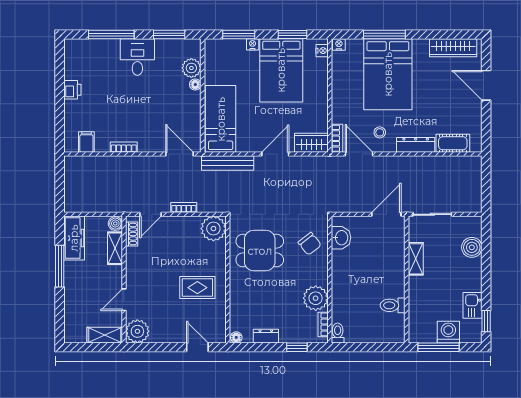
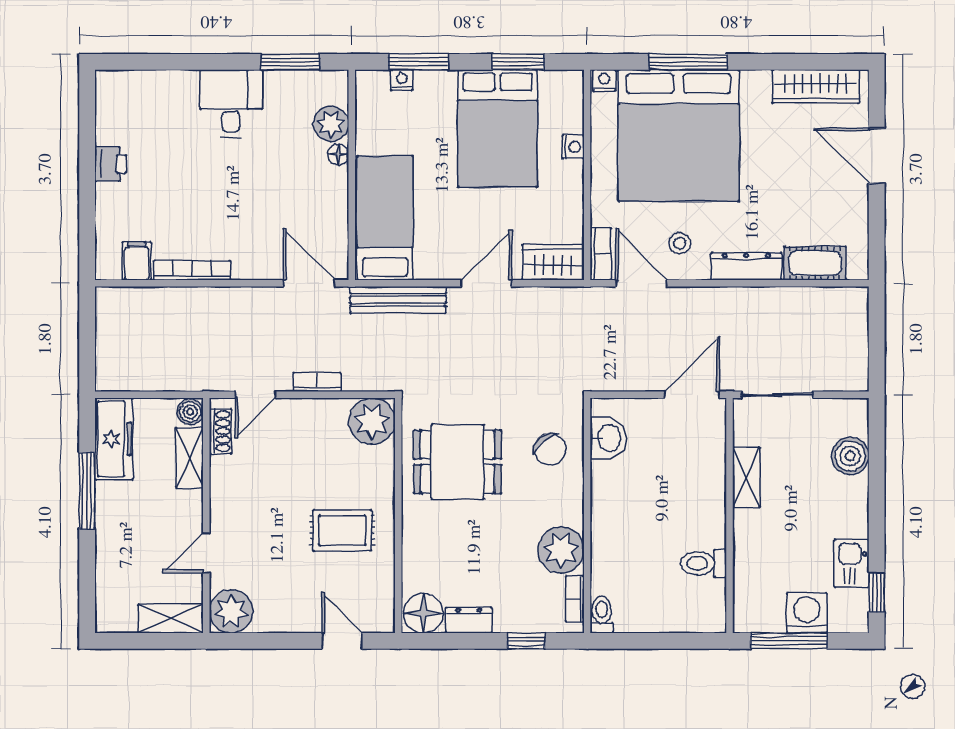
window: (111, 34) -> (183, 62), removed
nightstand: (253, 44) -> (402, 80), moved
nightstand: (322, 51) -> (573, 147), moved
bed: (388, 74) -> (679, 135), width x1.36
bookcase: (124, 147) -> (192, 270), width x1.56
floor lamp: (236, 337) -> (423, 613), width x1.89, depth x1.89

